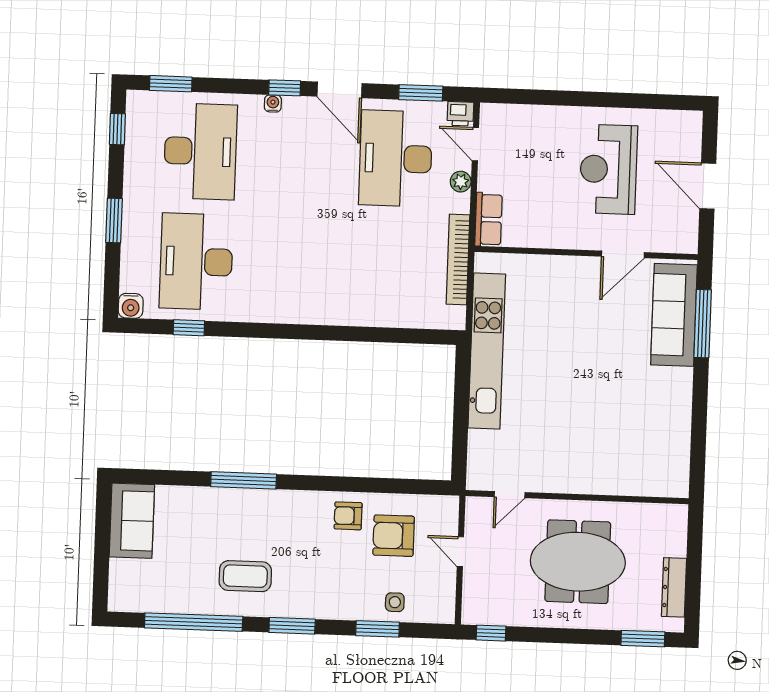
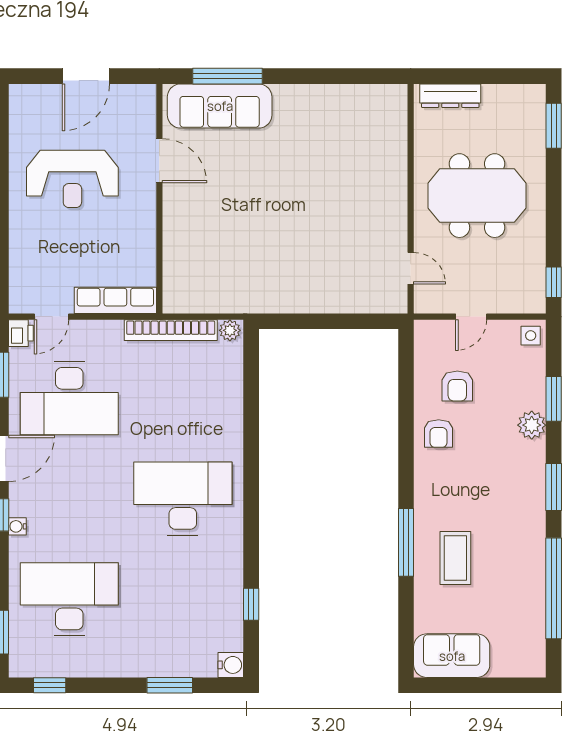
plant: (461, 182) -> (230, 330), moved
window: (114, 220) -> (170, 685), moved
row of seats: (488, 220) -> (115, 300), width x1.48
desk: (196, 262) -> (183, 499), moved, turned 180
kitchen unit: (487, 351) -> (264, 297), removed
armchair: (394, 536) -> (457, 386), width x0.72, depth x0.72
meeting table: (578, 562) -> (477, 196), turned 90
coffee table: (245, 576) -> (455, 558), moved
dresser: (674, 587) -> (450, 96), moved
side table: (395, 602) -> (531, 336), moved
plant: (353, 607) -> (532, 425), added

